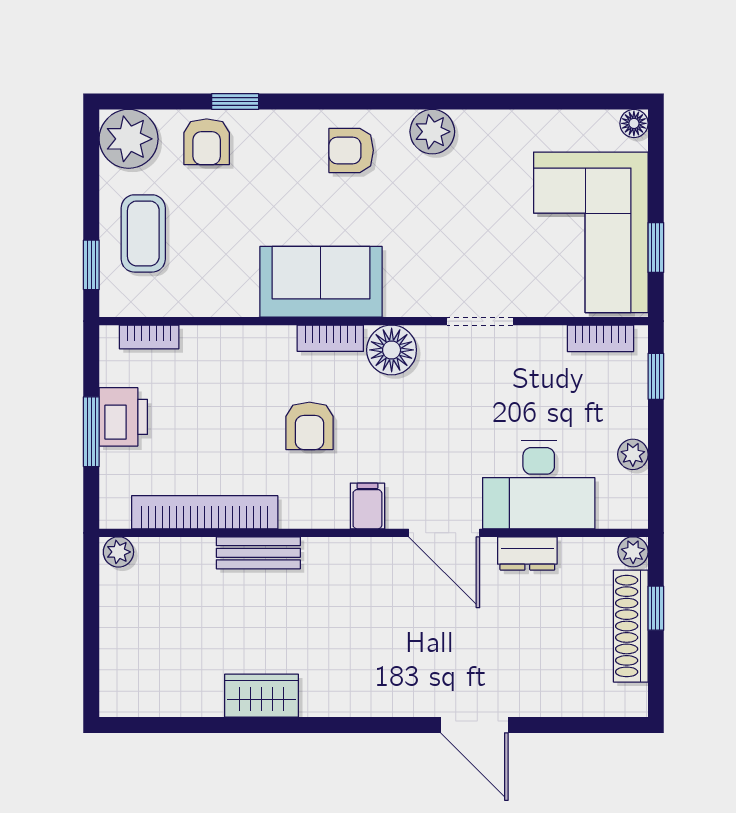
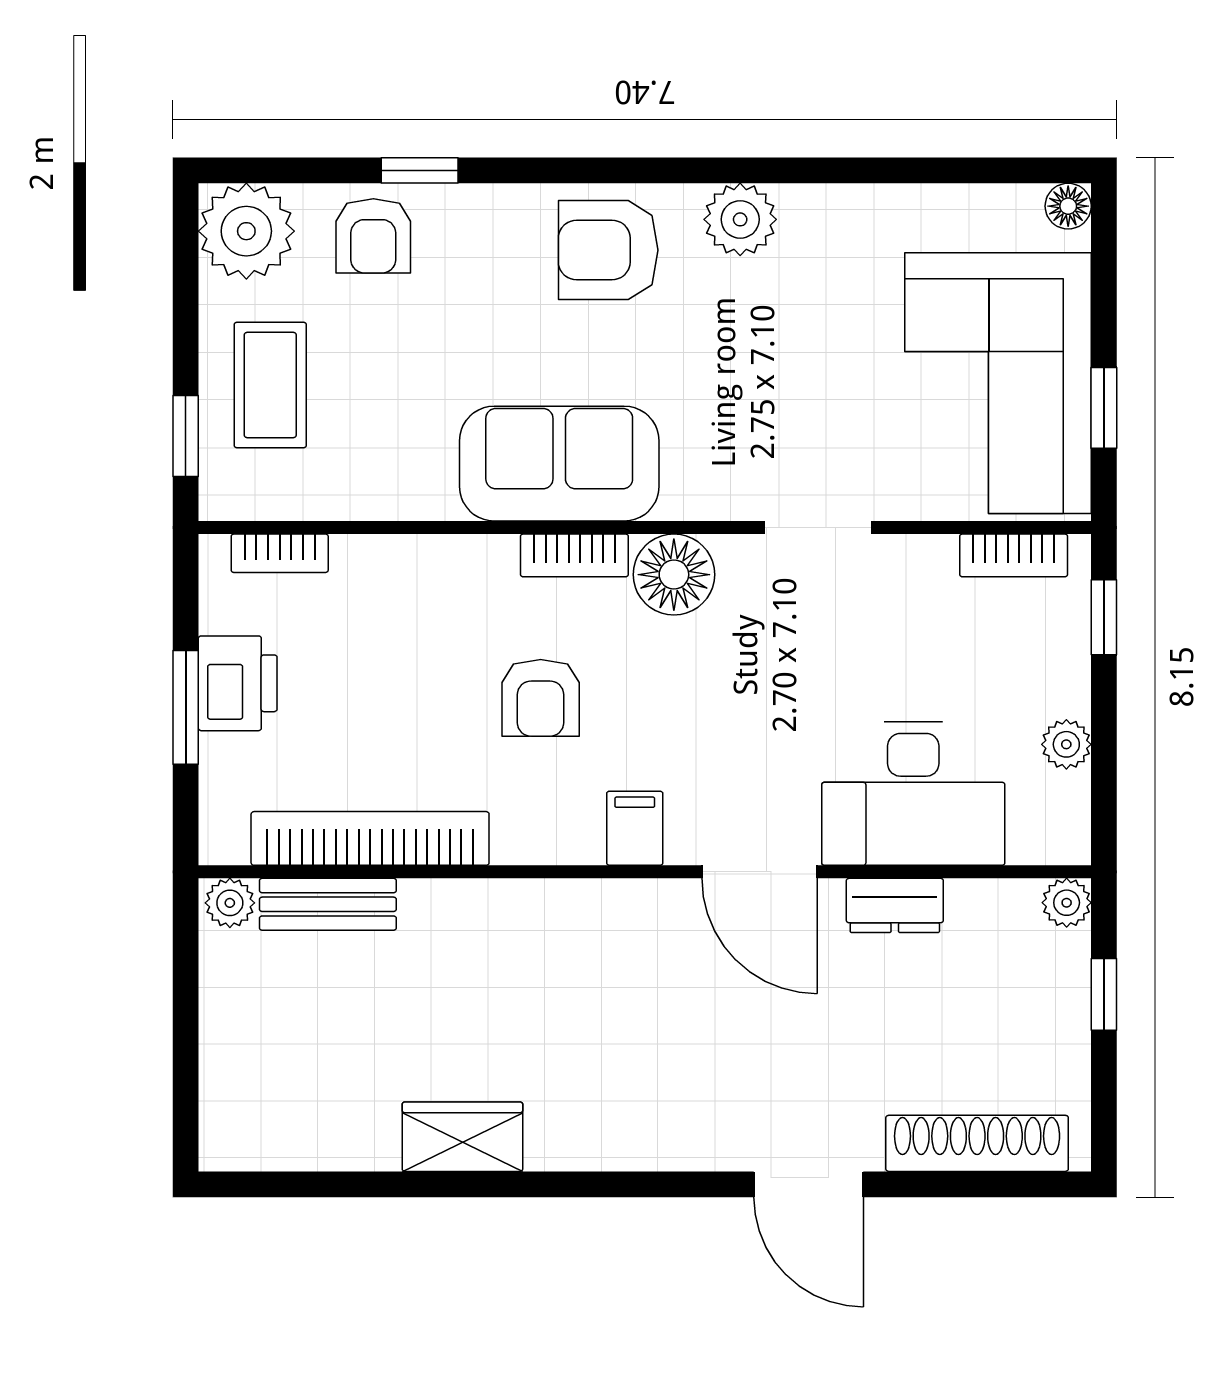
armchair: (351, 150) -> (608, 250), width x1.38, depth x1.38
bench: (258, 553) -> (328, 904), moved
shoe rack: (631, 626) -> (977, 1143), moved, turned 90

